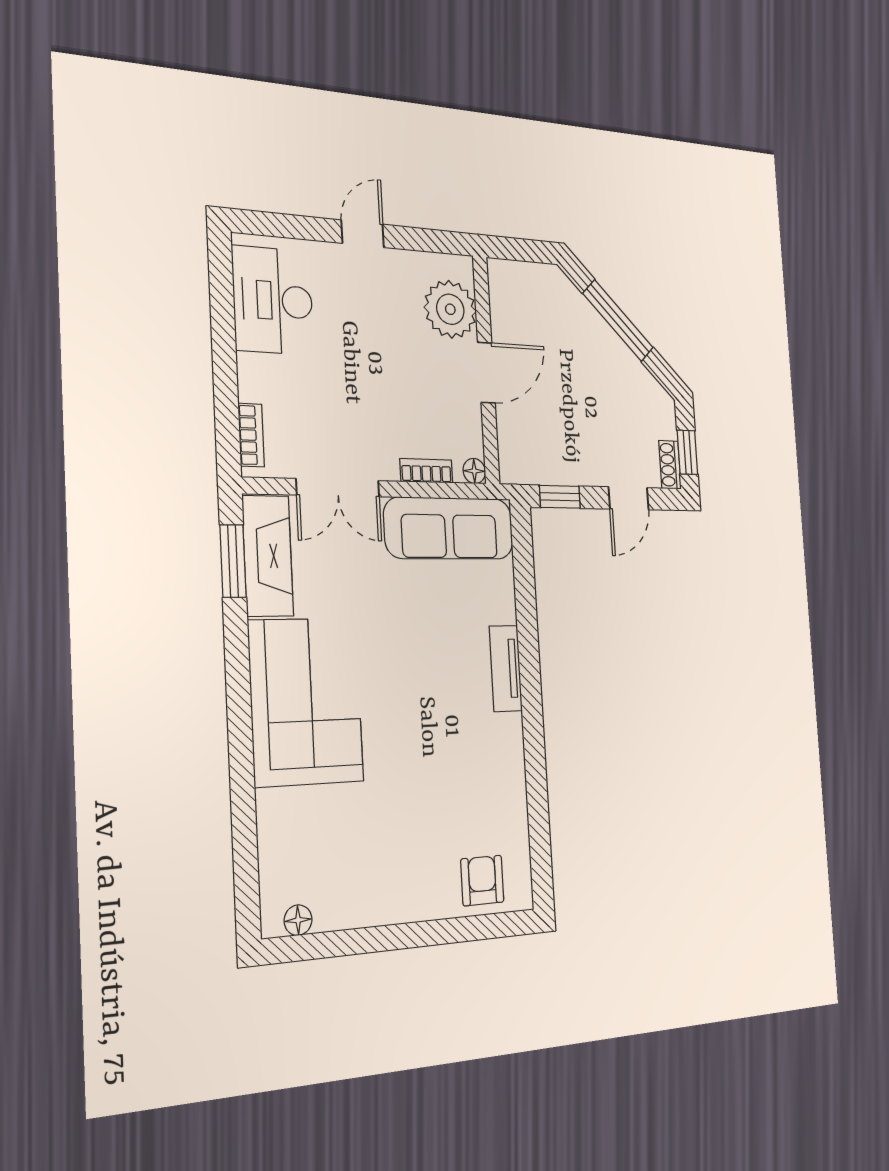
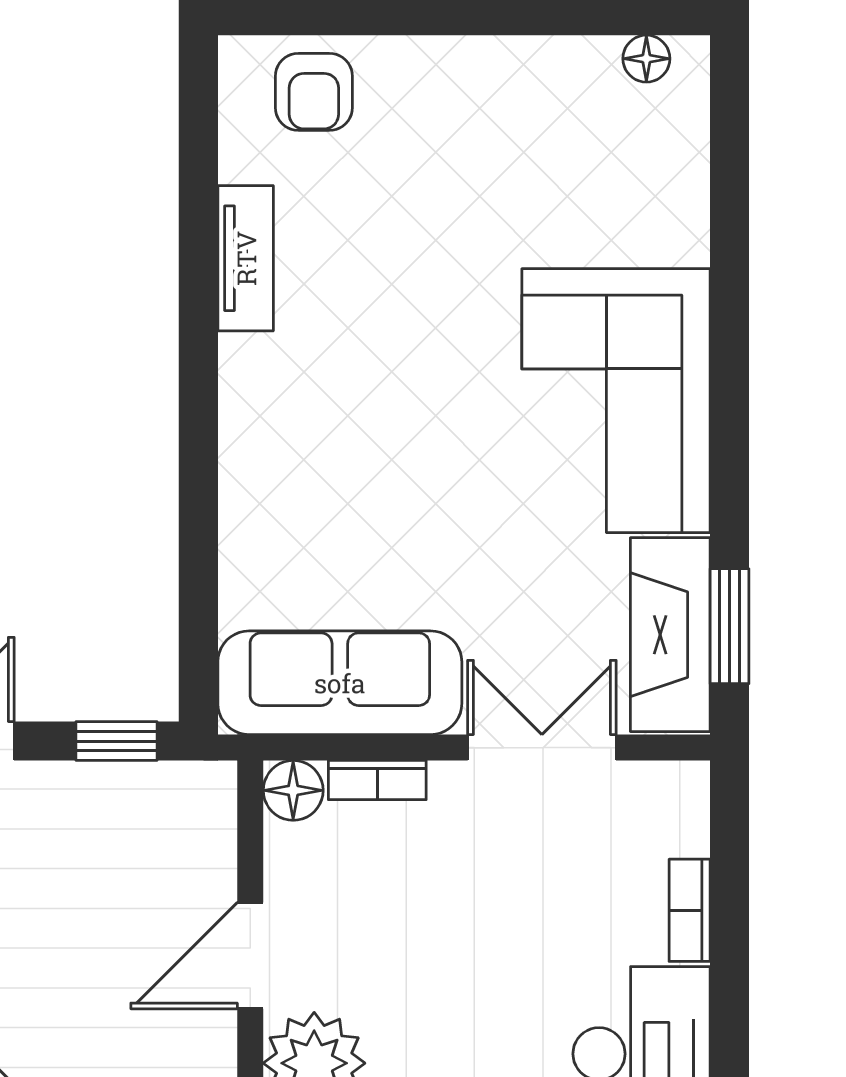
bookcase: (251, 435) -> (690, 910), moved
floor lamp: (474, 471) -> (293, 790), width x1.37, depth x1.37
tv unit: (506, 668) -> (246, 258), moved

